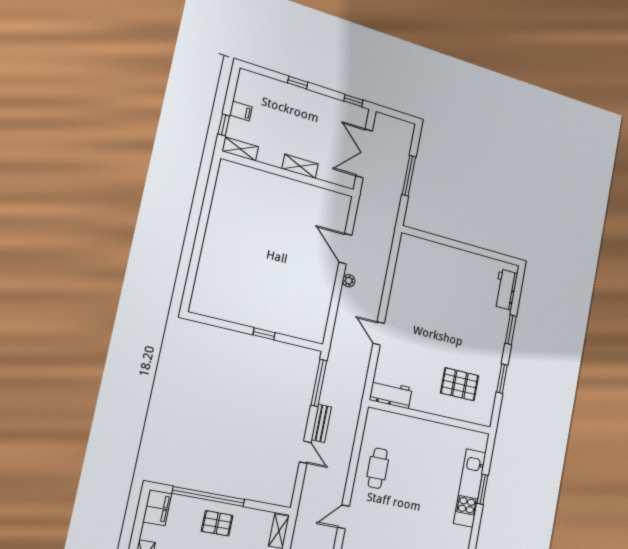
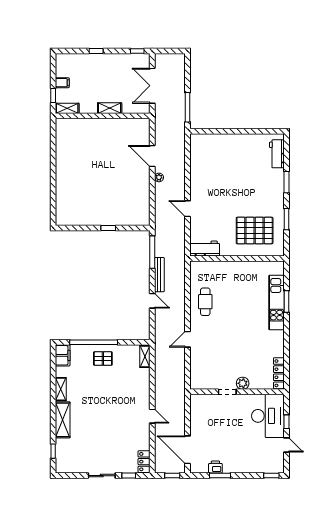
window: (409, 176) -> (188, 107), moved
pallet: (460, 384) -> (255, 231), width x1.37, depth x1.41
bench: (321, 423) -> (159, 275), width x1.36

